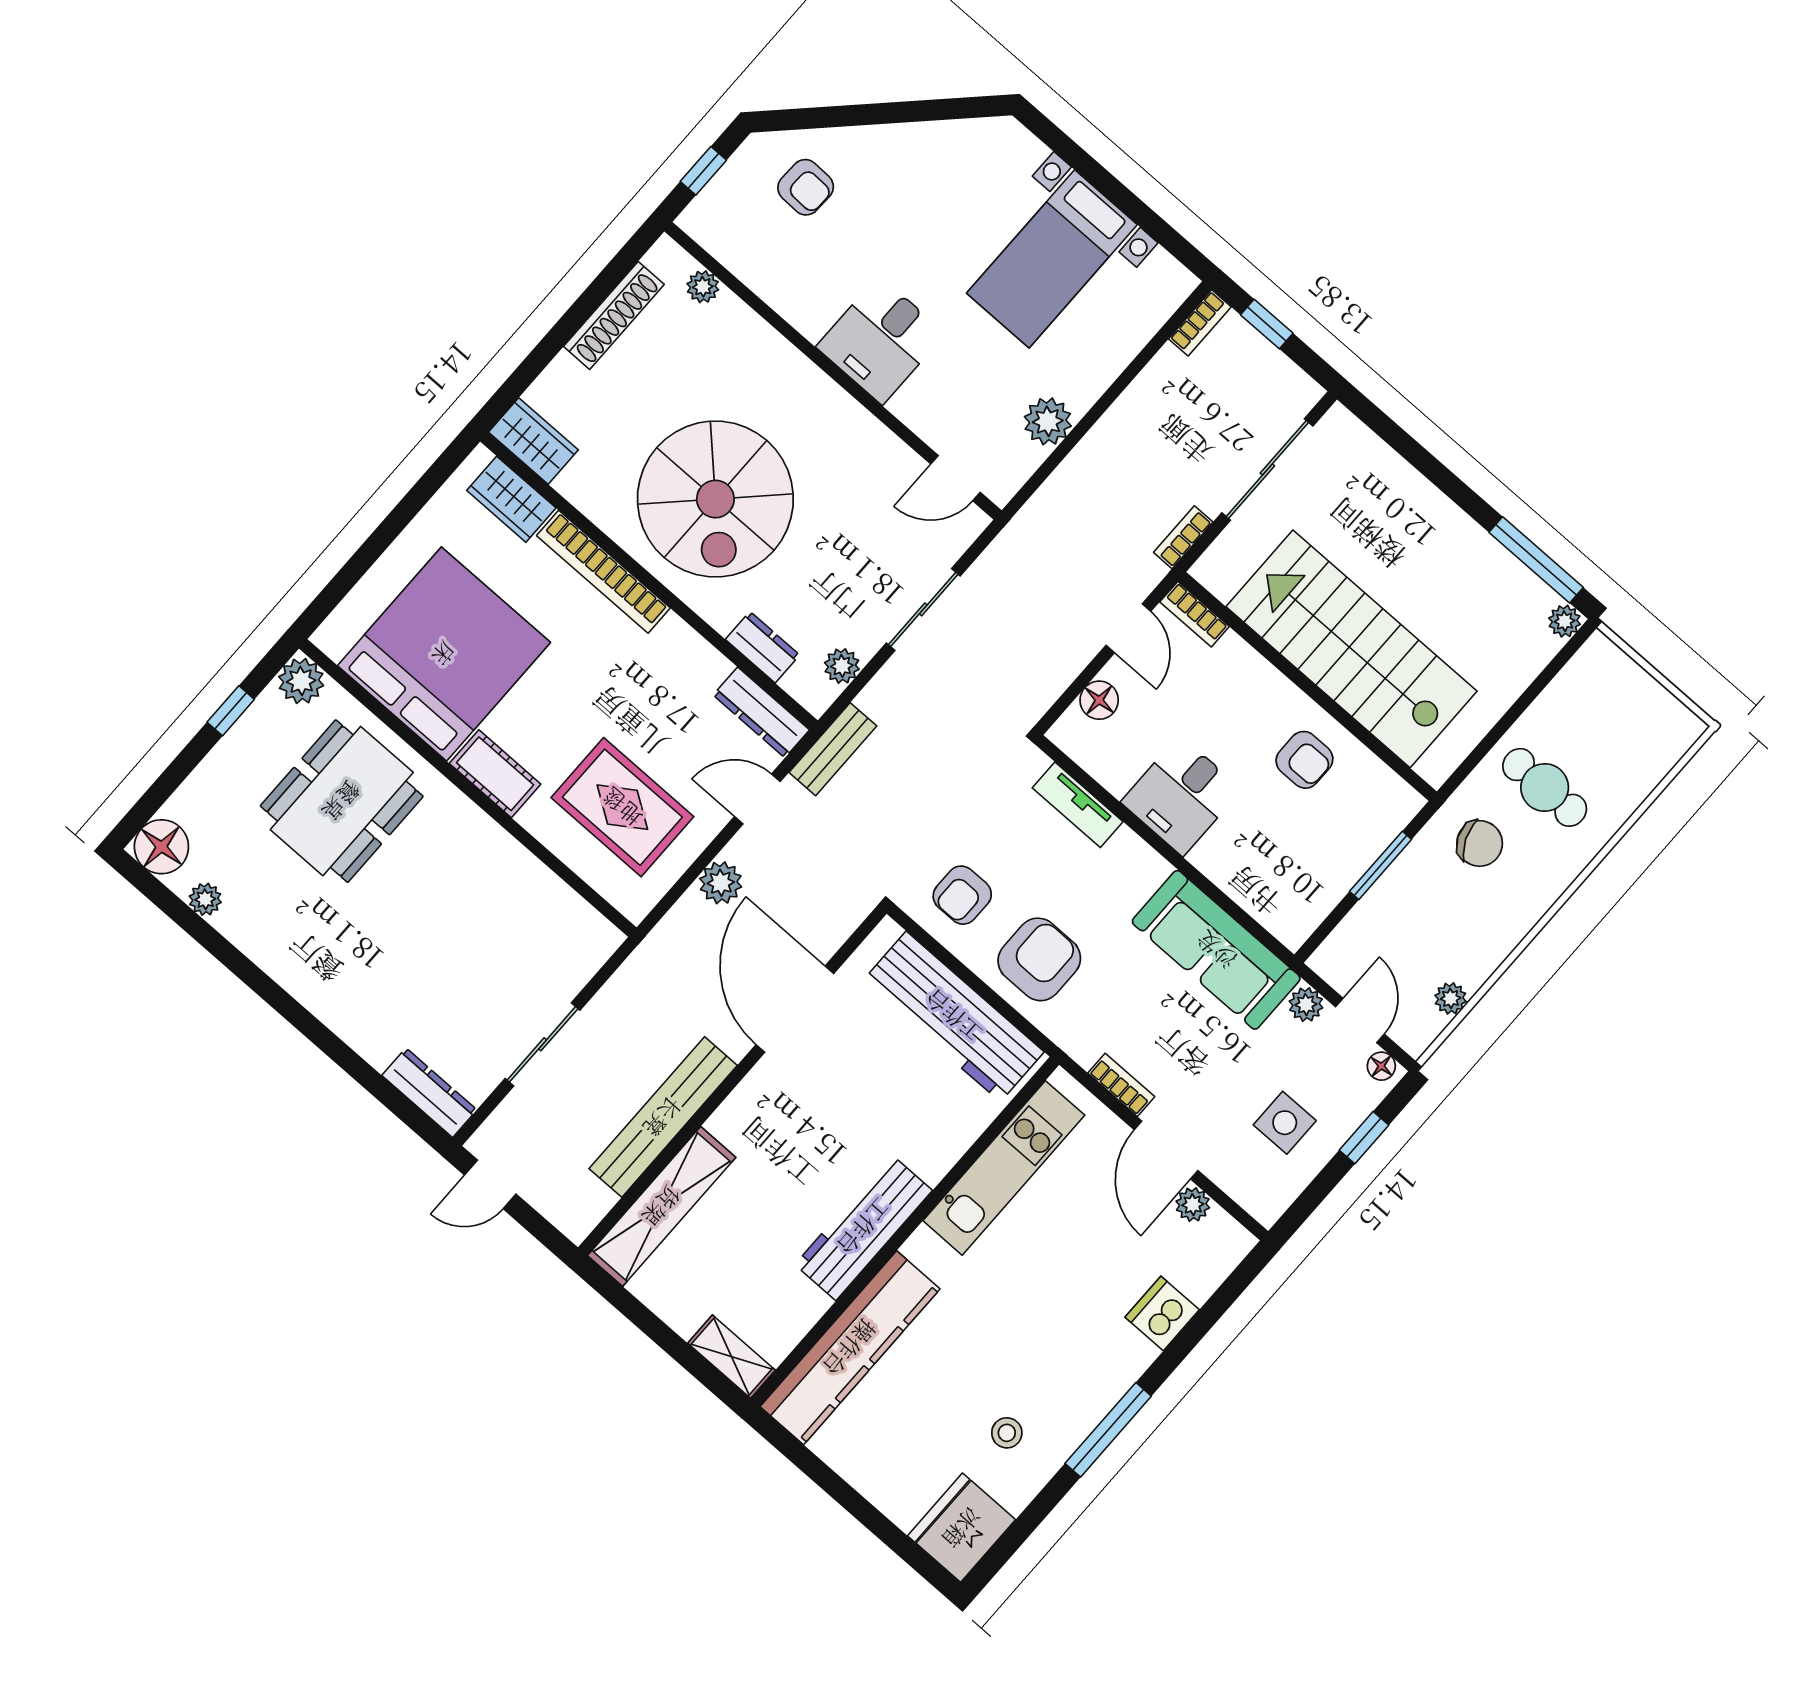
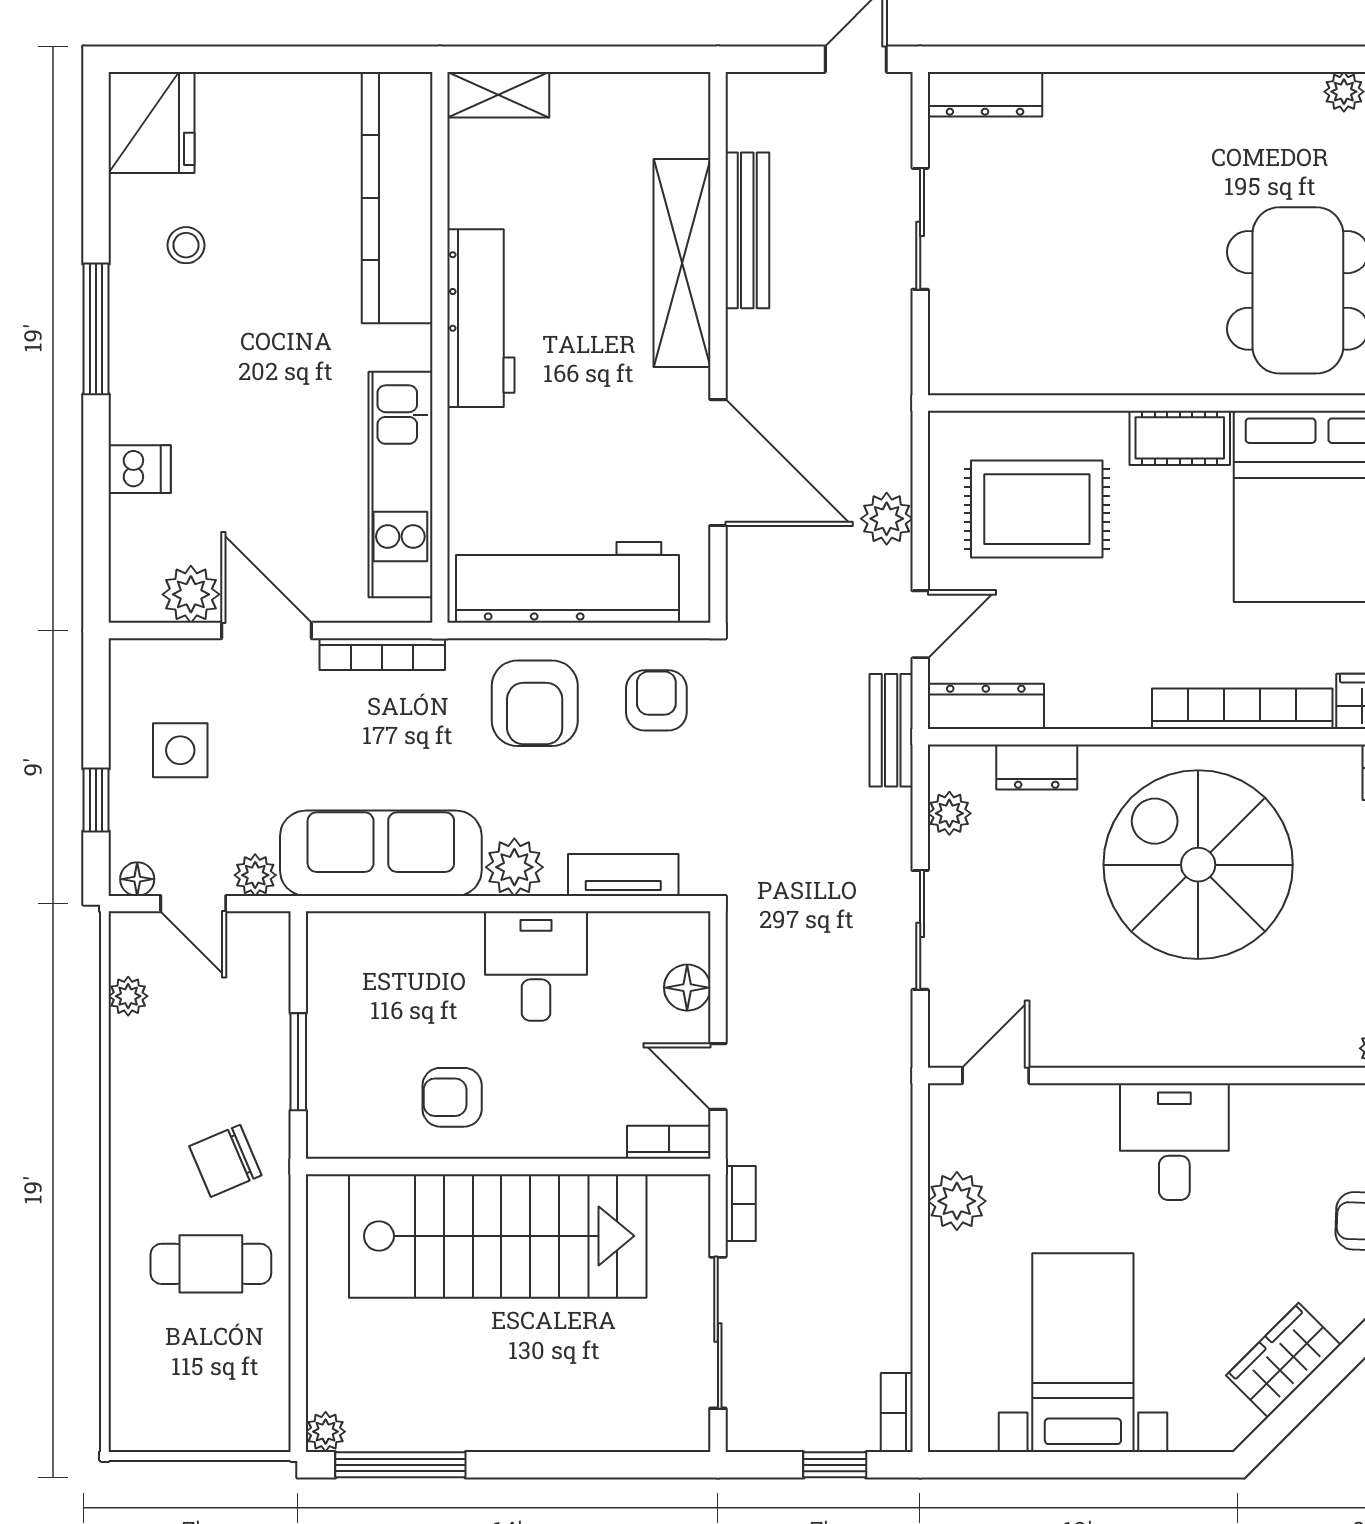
wardrobe: (932, 145) -> (1283, 1360), added
plant: (1141, 869) -> (514, 867), added
bookcase: (1121, 1085) -> (382, 654), width x1.56
bench: (663, 1117) -> (747, 230), width x0.73, depth x0.82
plant: (1193, 1205) -> (191, 594), width x1.38, depth x1.38
shelving: (662, 1206) -> (682, 263), moved
dishwasher: (1162, 1313) -> (140, 469), width x0.73

